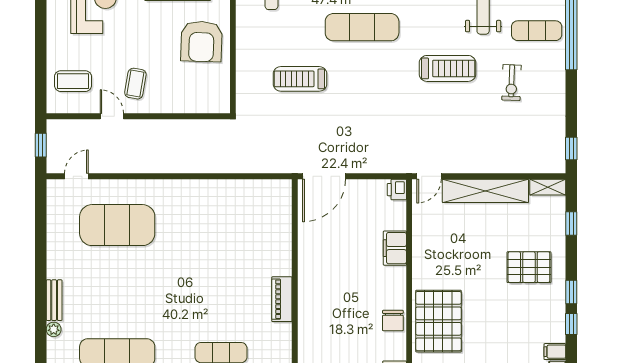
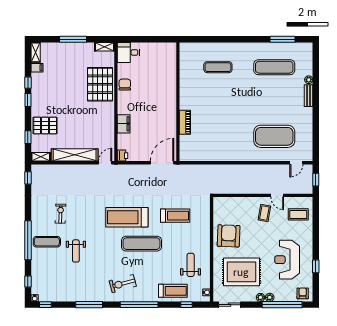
treadmill: (448, 68) -> (127, 217), moved, width x1.37, depth x1.38
pallet: (529, 267) -> (45, 126), moved
piano: (282, 299) -> (185, 122), moved

